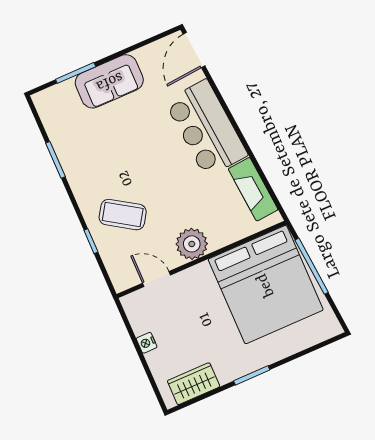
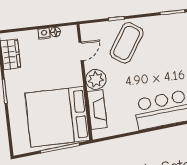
fireplace: (253, 189) -> (97, 110), moved, turned 95
coffee table: (123, 215) -> (127, 43), width x1.36, depth x1.32
floor lamp: (139, 326) -> (55, 32), added

